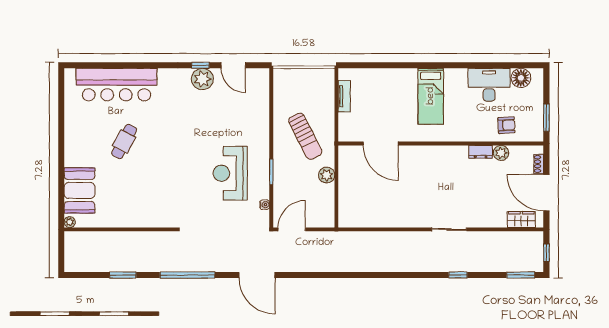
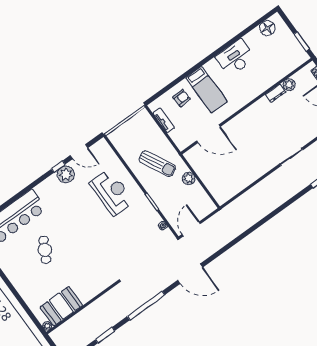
desk: (489, 85) -> (235, 58), moved
bed: (431, 96) -> (206, 90), moved
armchair: (506, 125) -> (182, 98), moved
reception desk: (230, 173) -> (112, 192), moved, turned 180
booth: (80, 190) -> (61, 306), moved, turned 90

